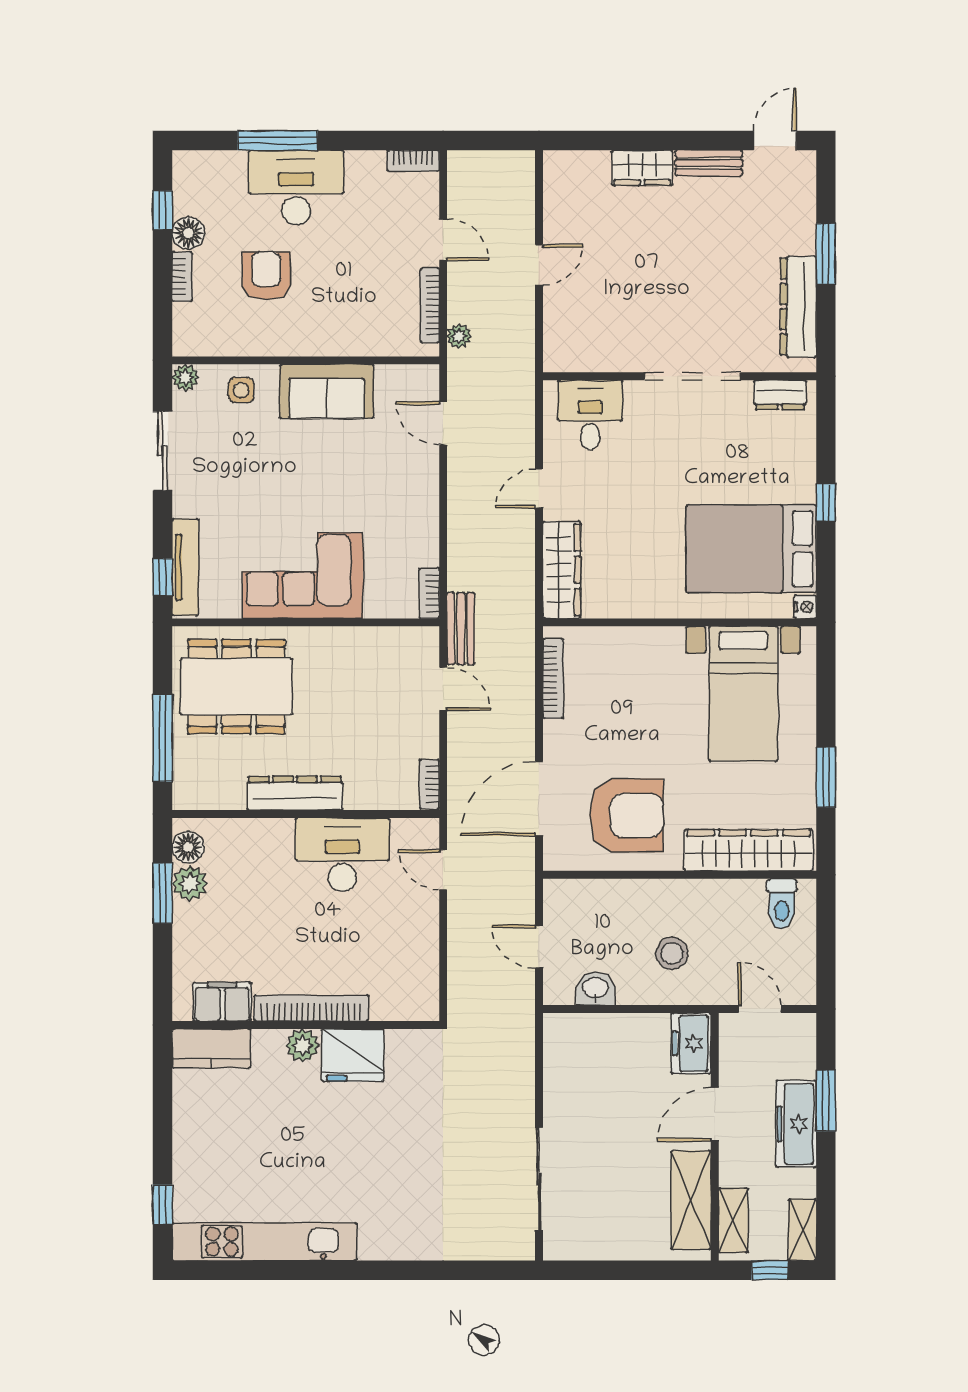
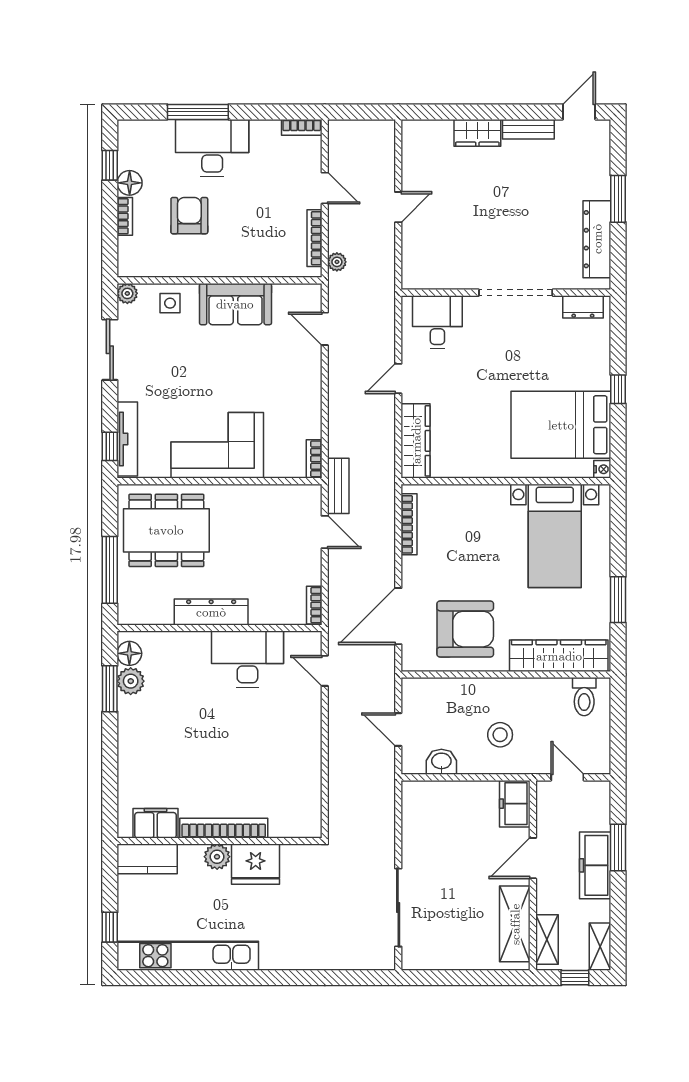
filing cabinet: (222, 1002) -> (155, 823), moved
bookcase: (311, 1008) -> (224, 828), moved
wall: (306, 1025) -> (219, 841), moved
plant: (302, 1045) -> (217, 857), moved
kitchen counter: (211, 1048) -> (147, 859), moved
fridge: (353, 1055) -> (256, 864), moved

